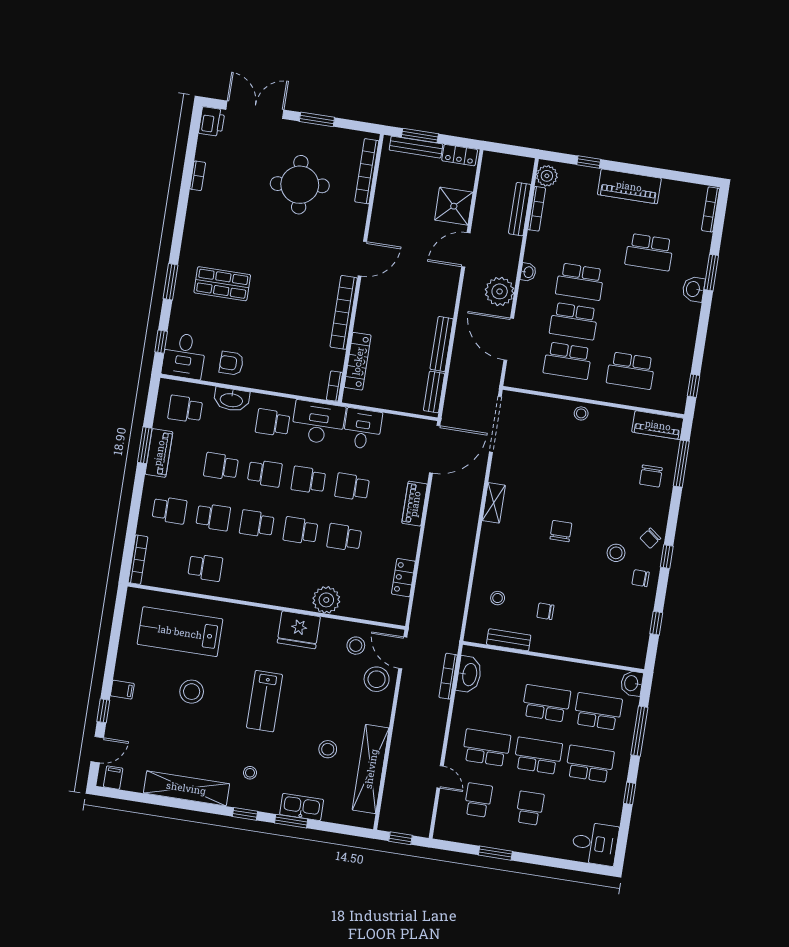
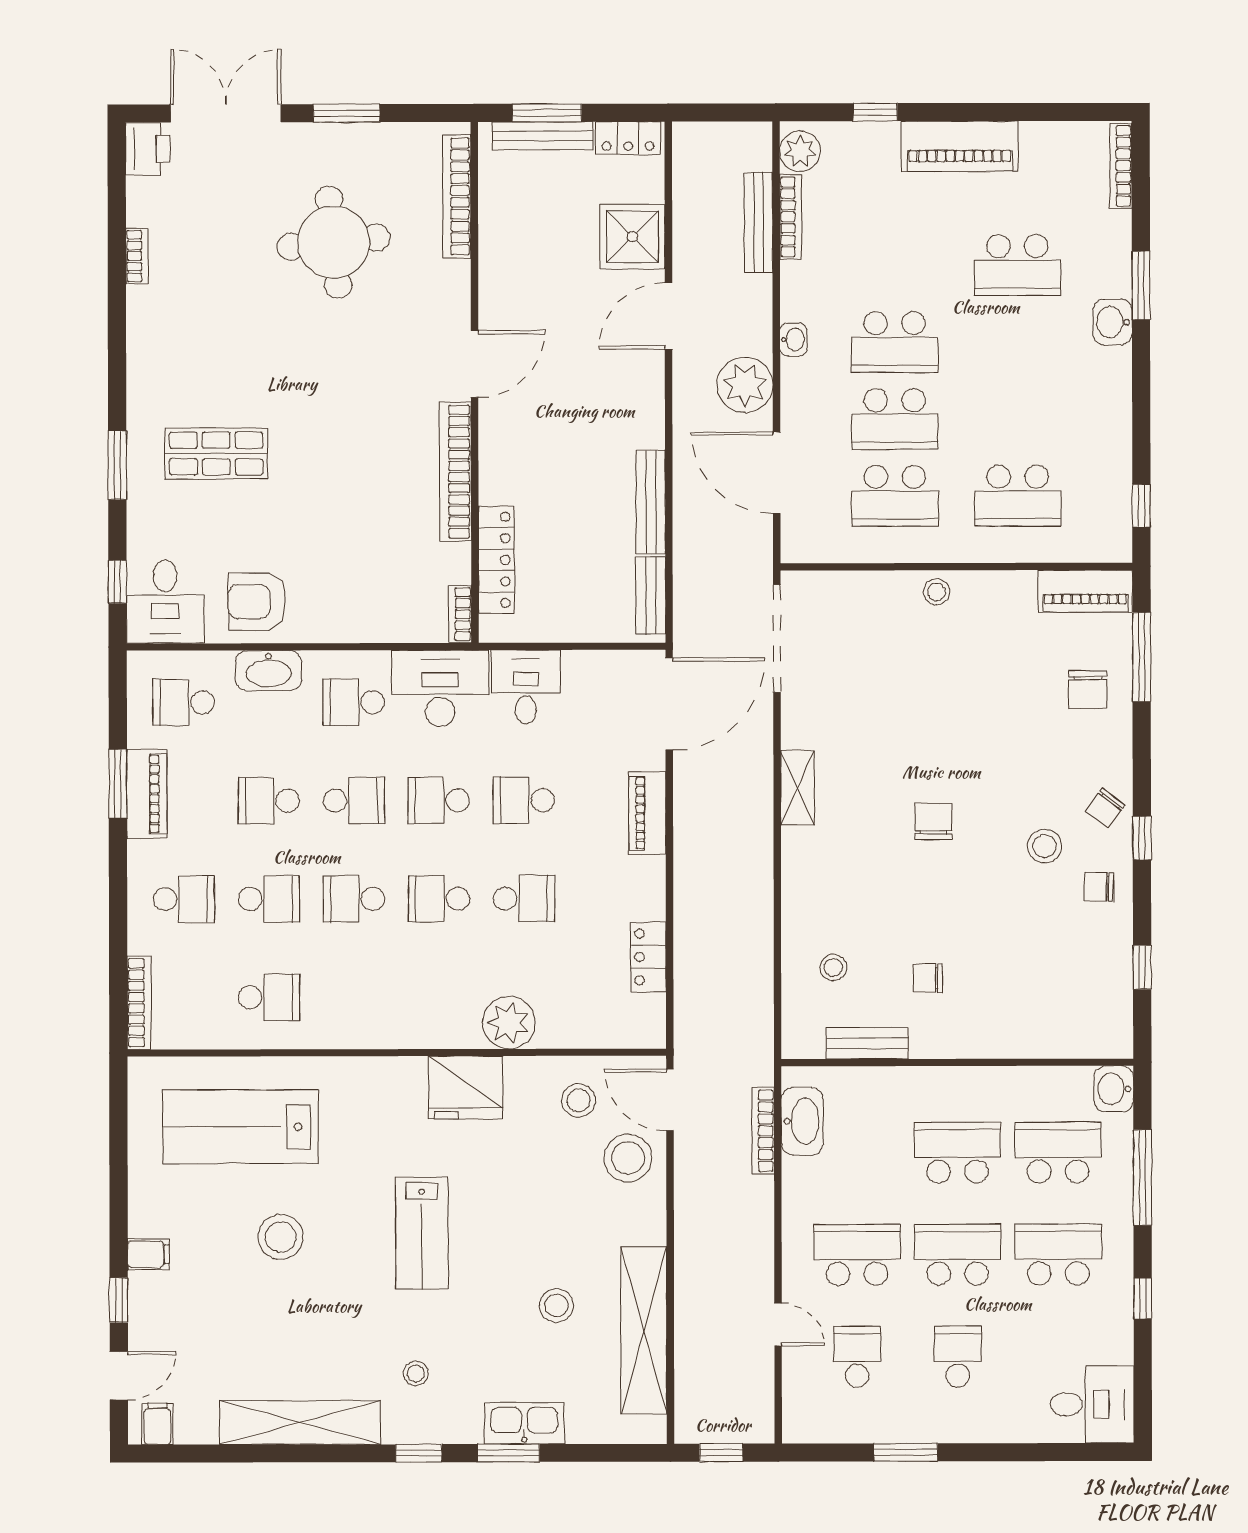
armchair: (231, 363) -> (257, 602), width x1.38, depth x1.38
school desk: (344, 537) -> (524, 899), turned 180

